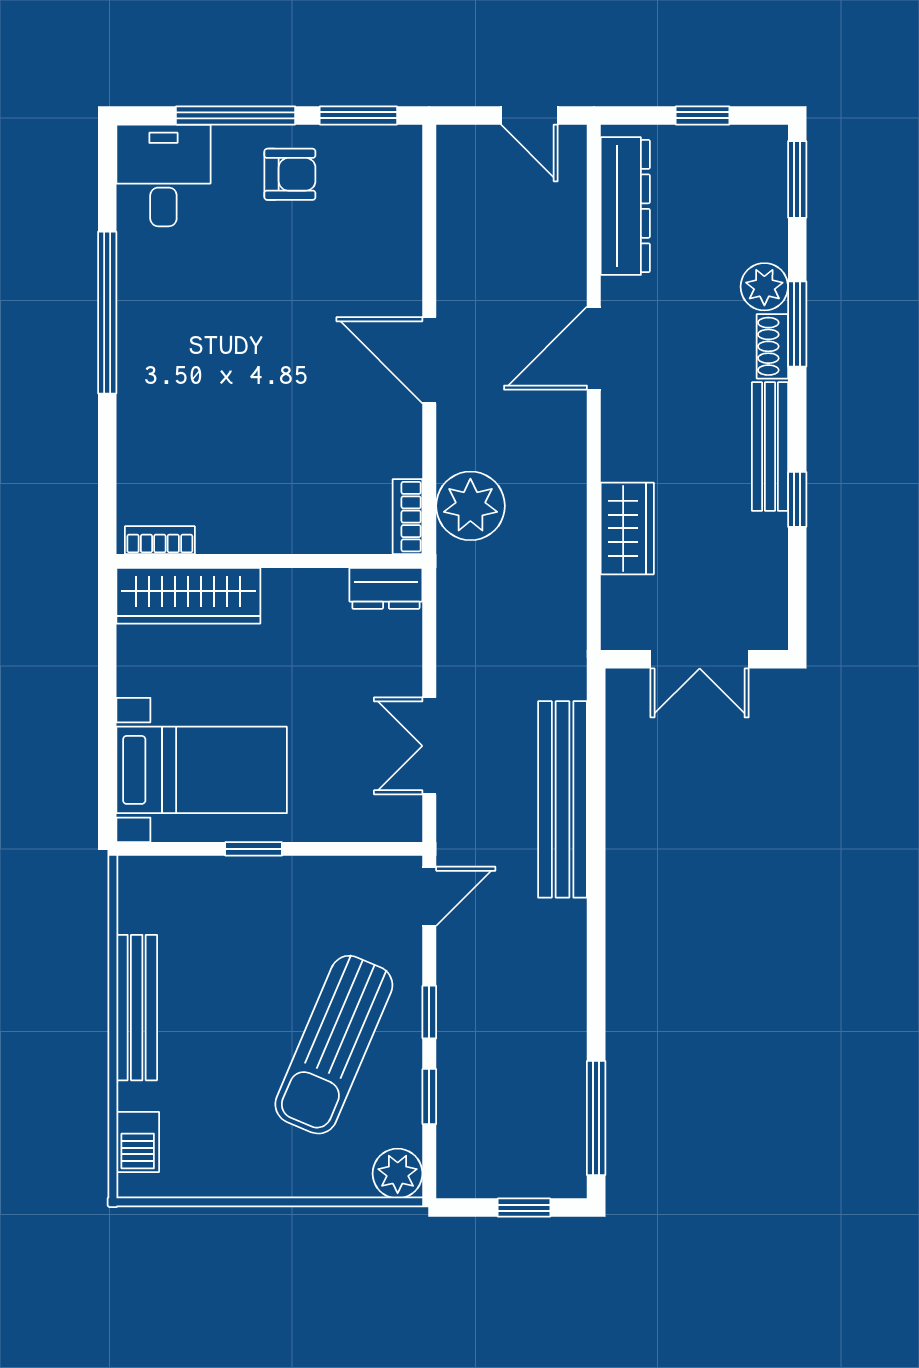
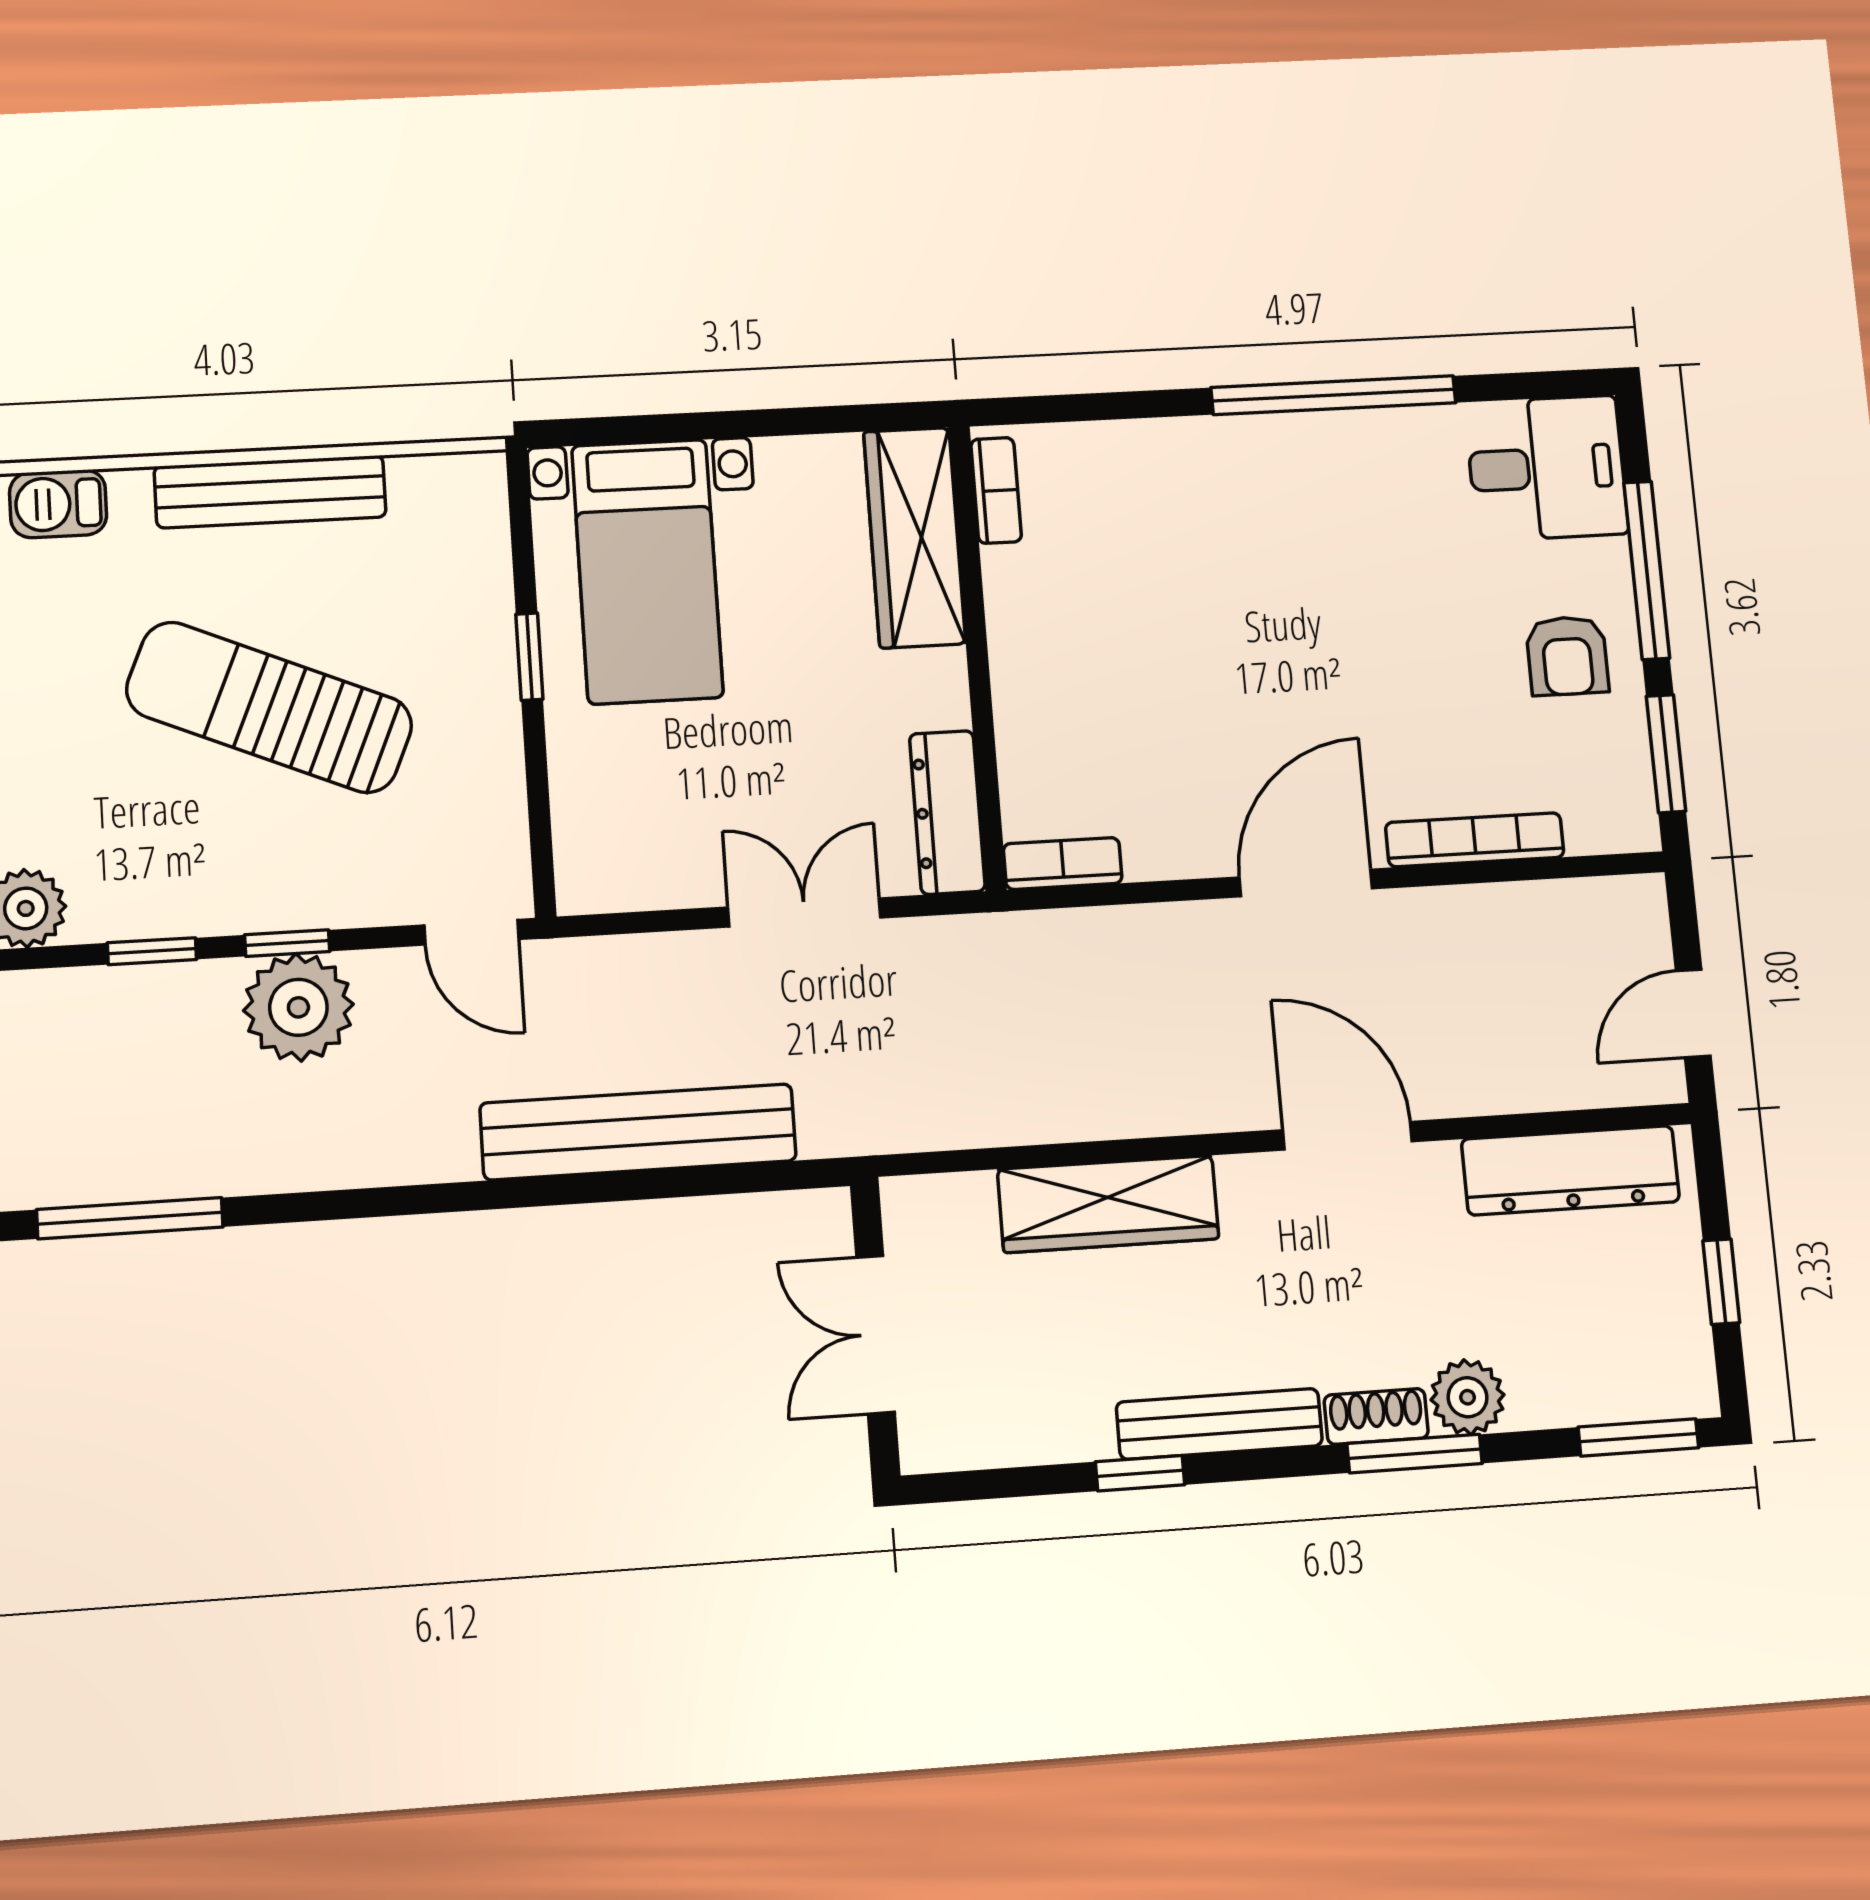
bookcase: (408, 247) -> (1475, 840), added
plant: (470, 506) -> (298, 1007), moved
wardrobe: (627, 528) -> (1108, 1204), width x1.50
dresser: (386, 588) -> (947, 812), width x1.44
double door: (429, 746) -> (804, 913), moved
sun lounger: (334, 1045) -> (269, 707), moved

